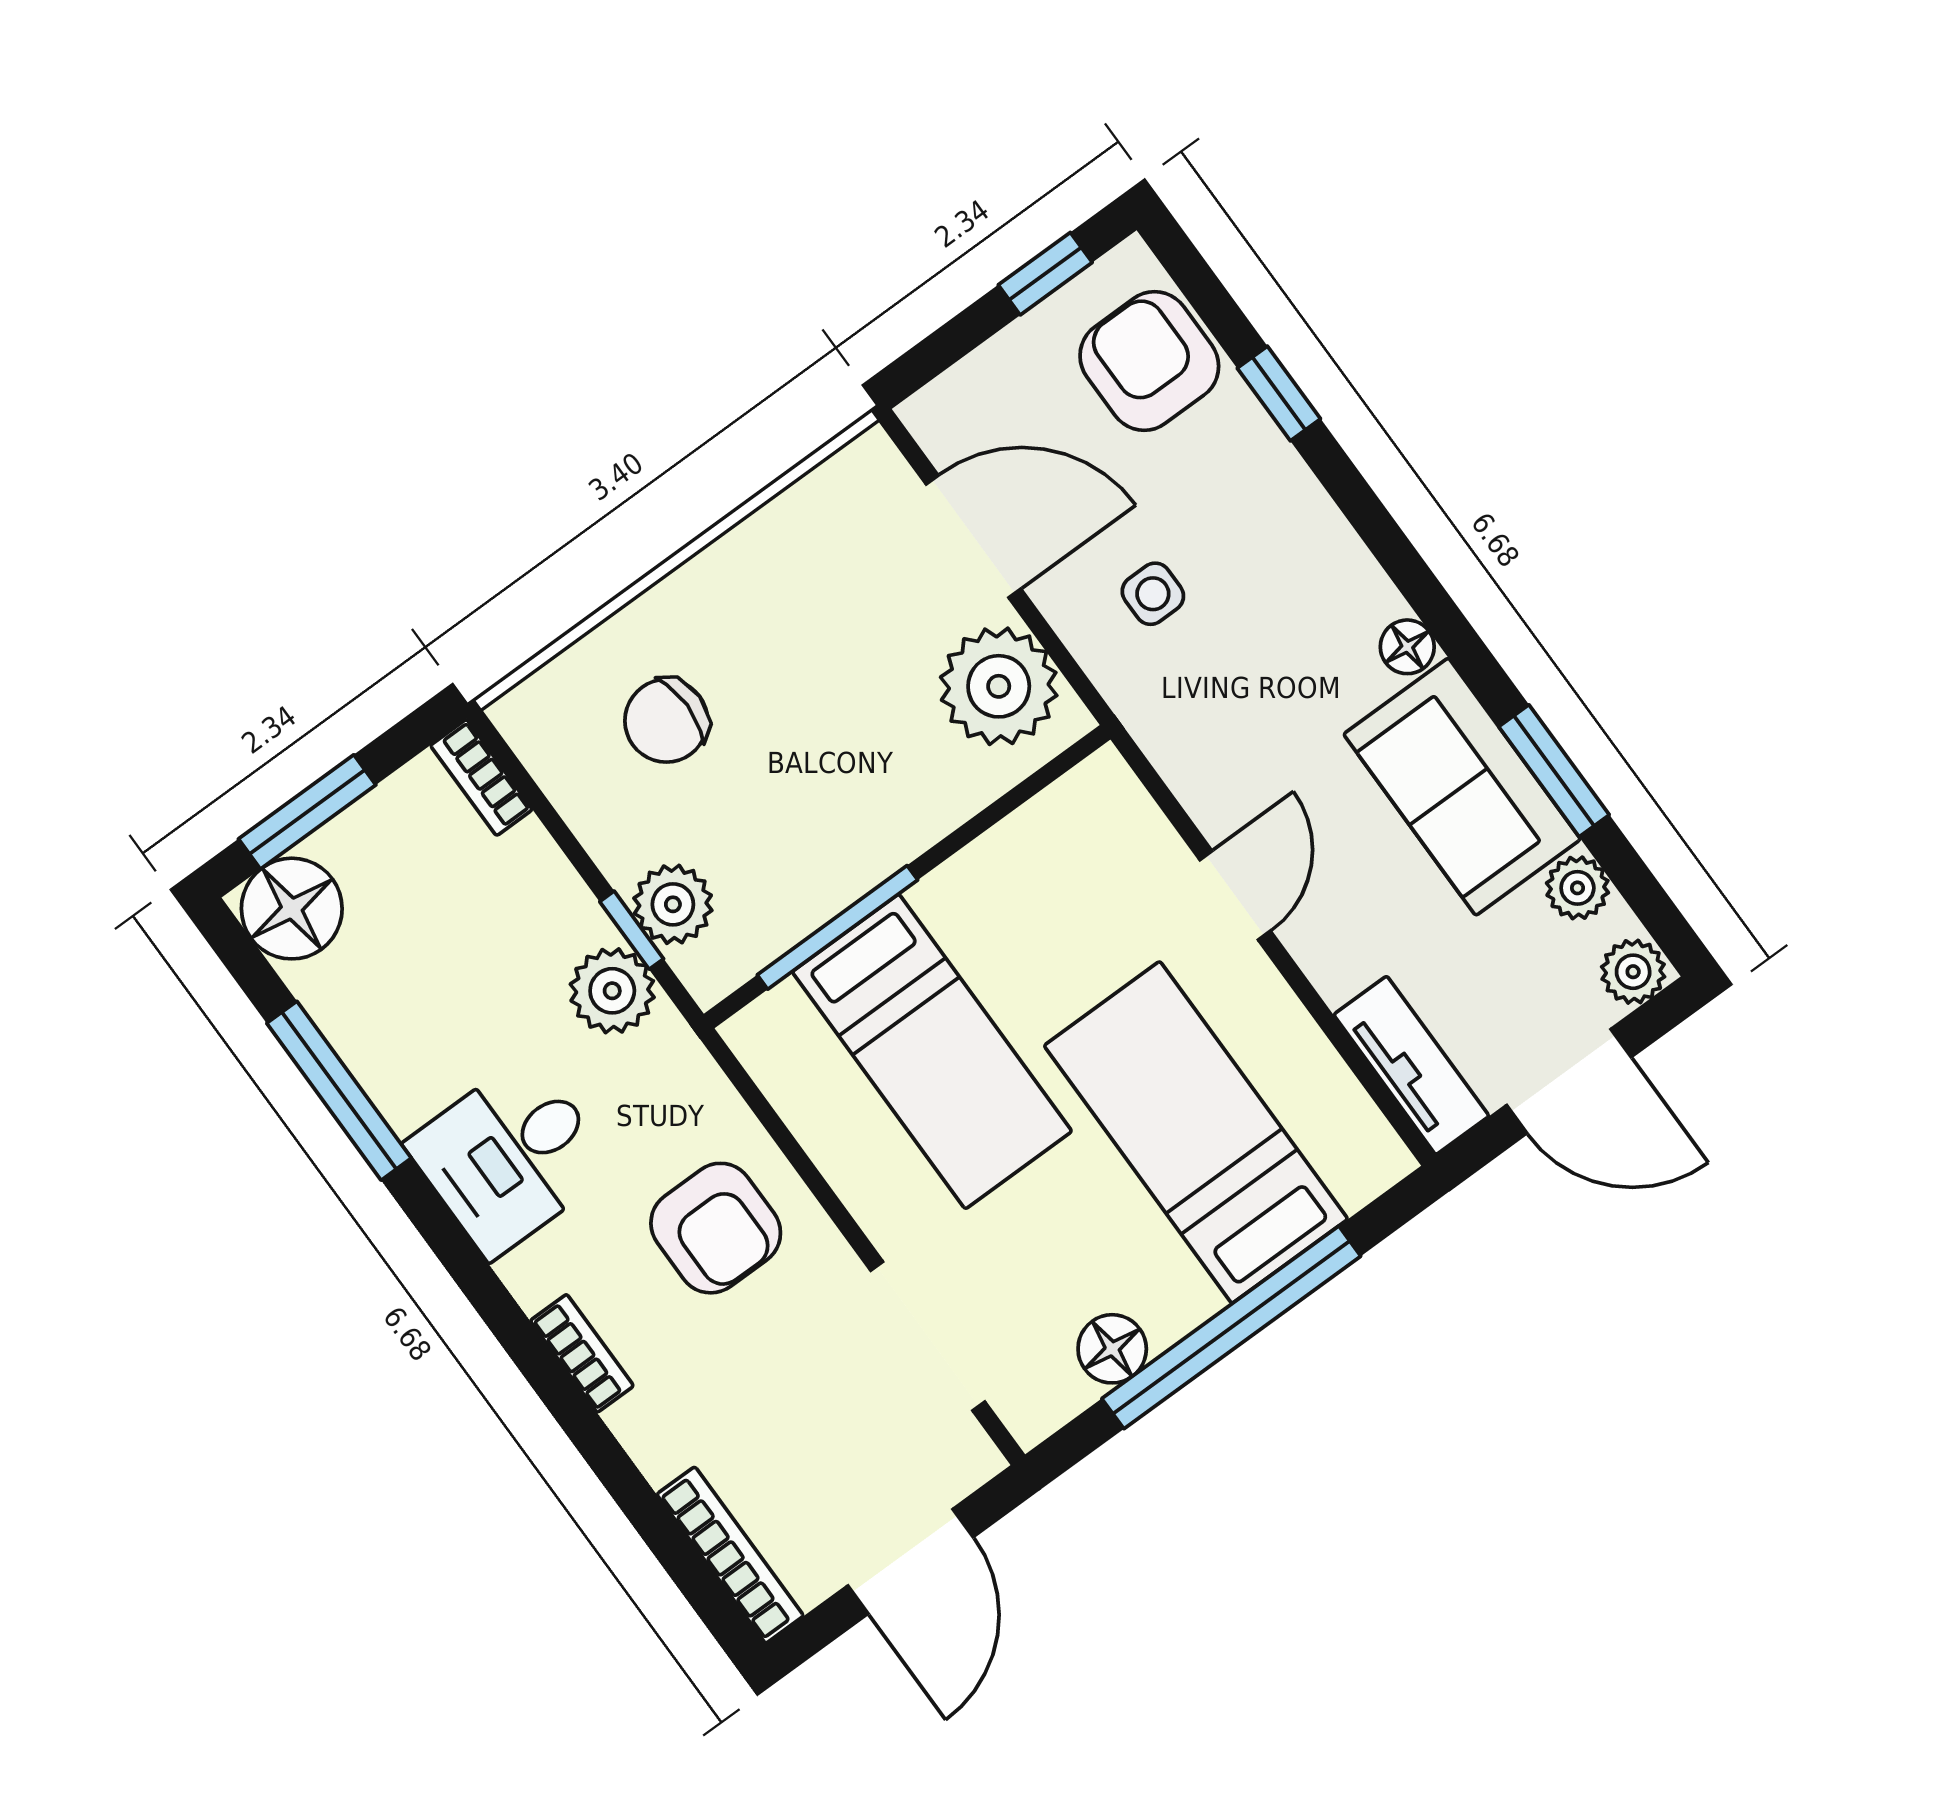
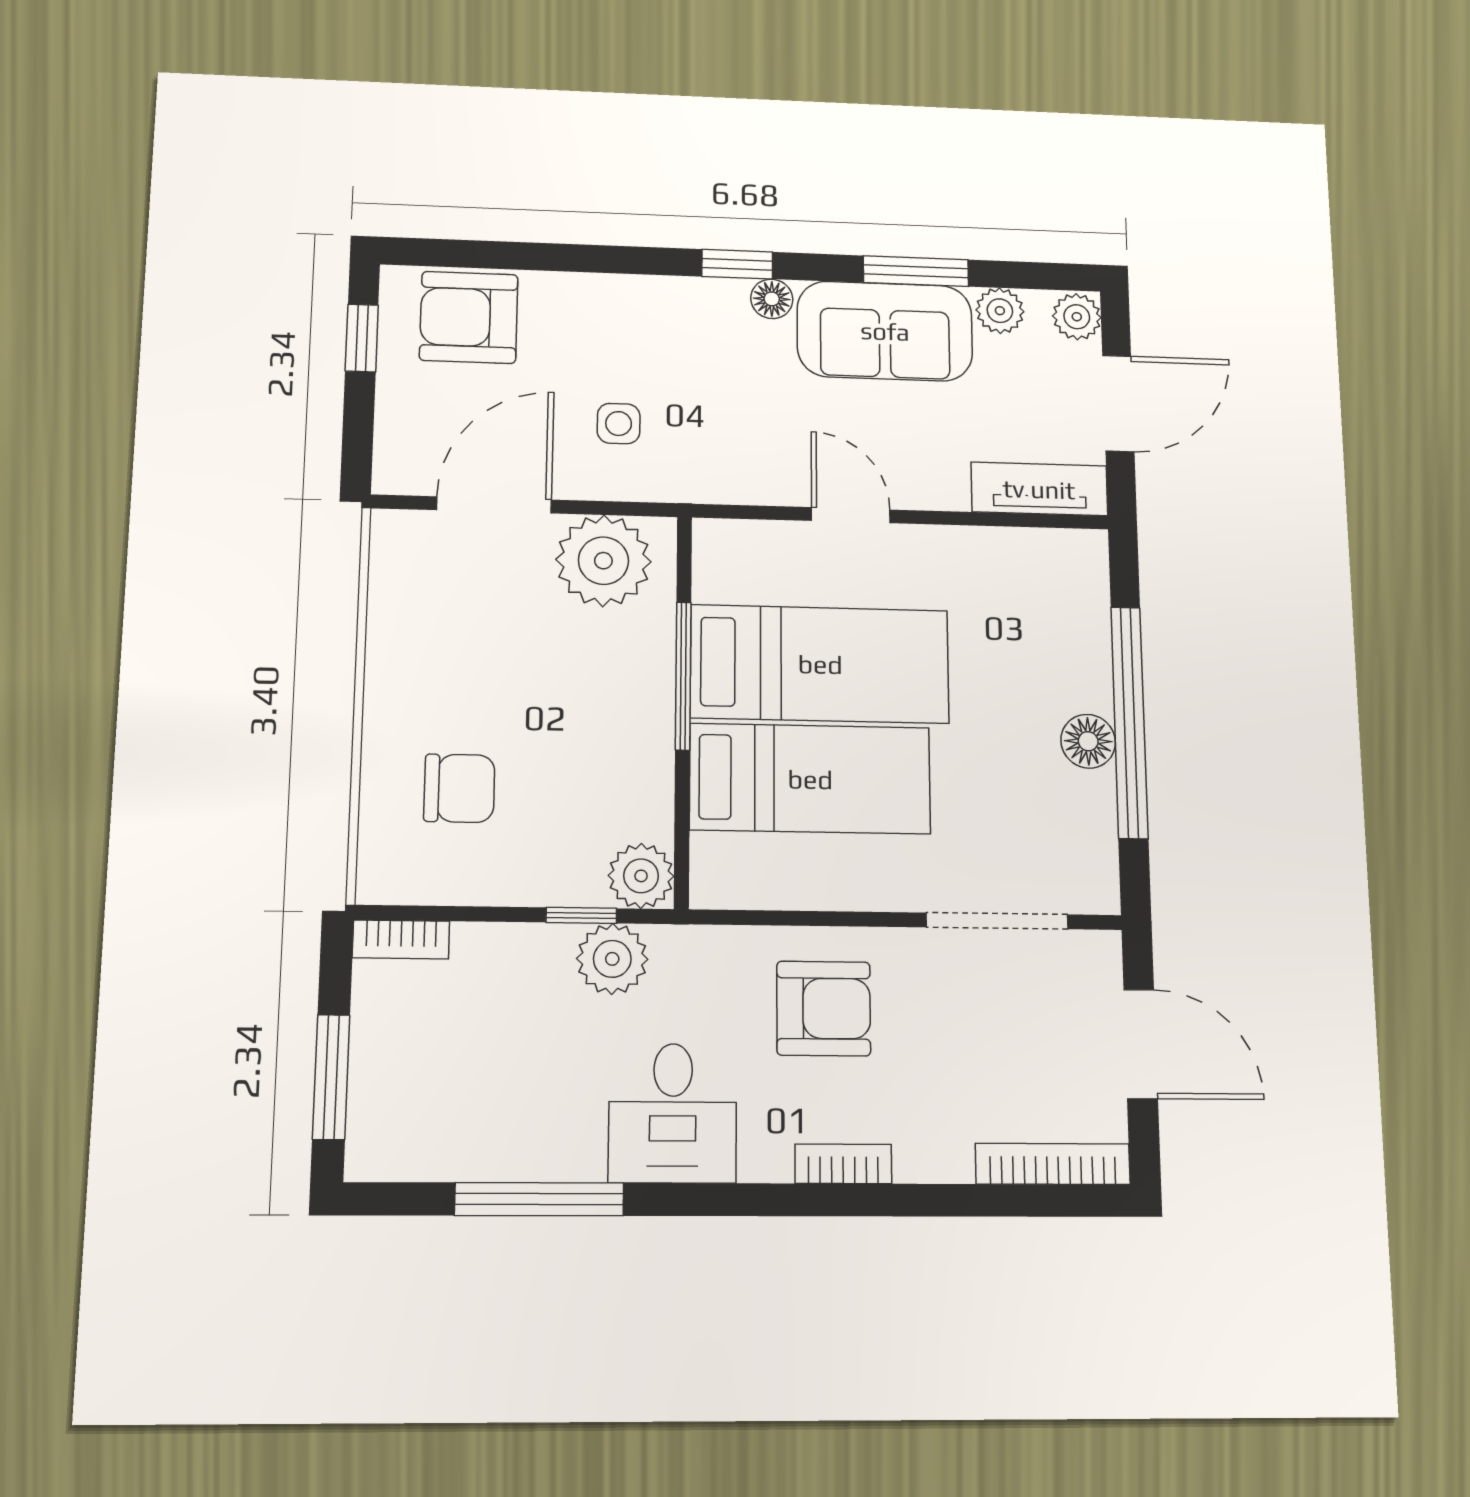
window: (1279, 393) -> (737, 264), moved
chair: (666, 721) -> (459, 788), turned -90
plant: (673, 904) -> (641, 876), moved
floor lamp: (292, 909) -> (389, 1138), removed
window: (837, 927) -> (683, 676), moved
bed: (1196, 1132) -> (820, 664), moved, turned 180
floor lamp: (1112, 1349) -> (1088, 741), moved

